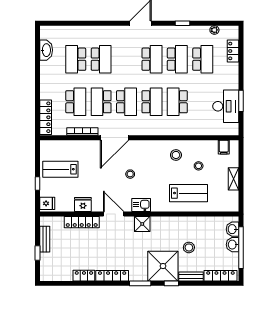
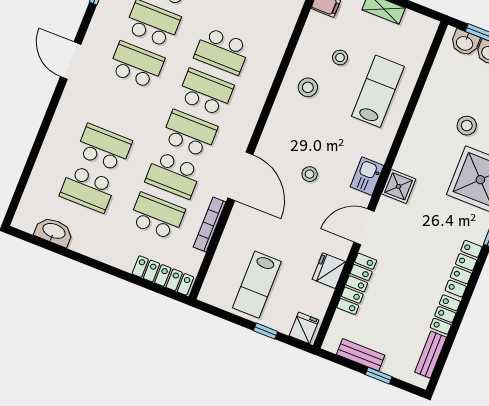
bench: (59, 276) -> (431, 355), added

